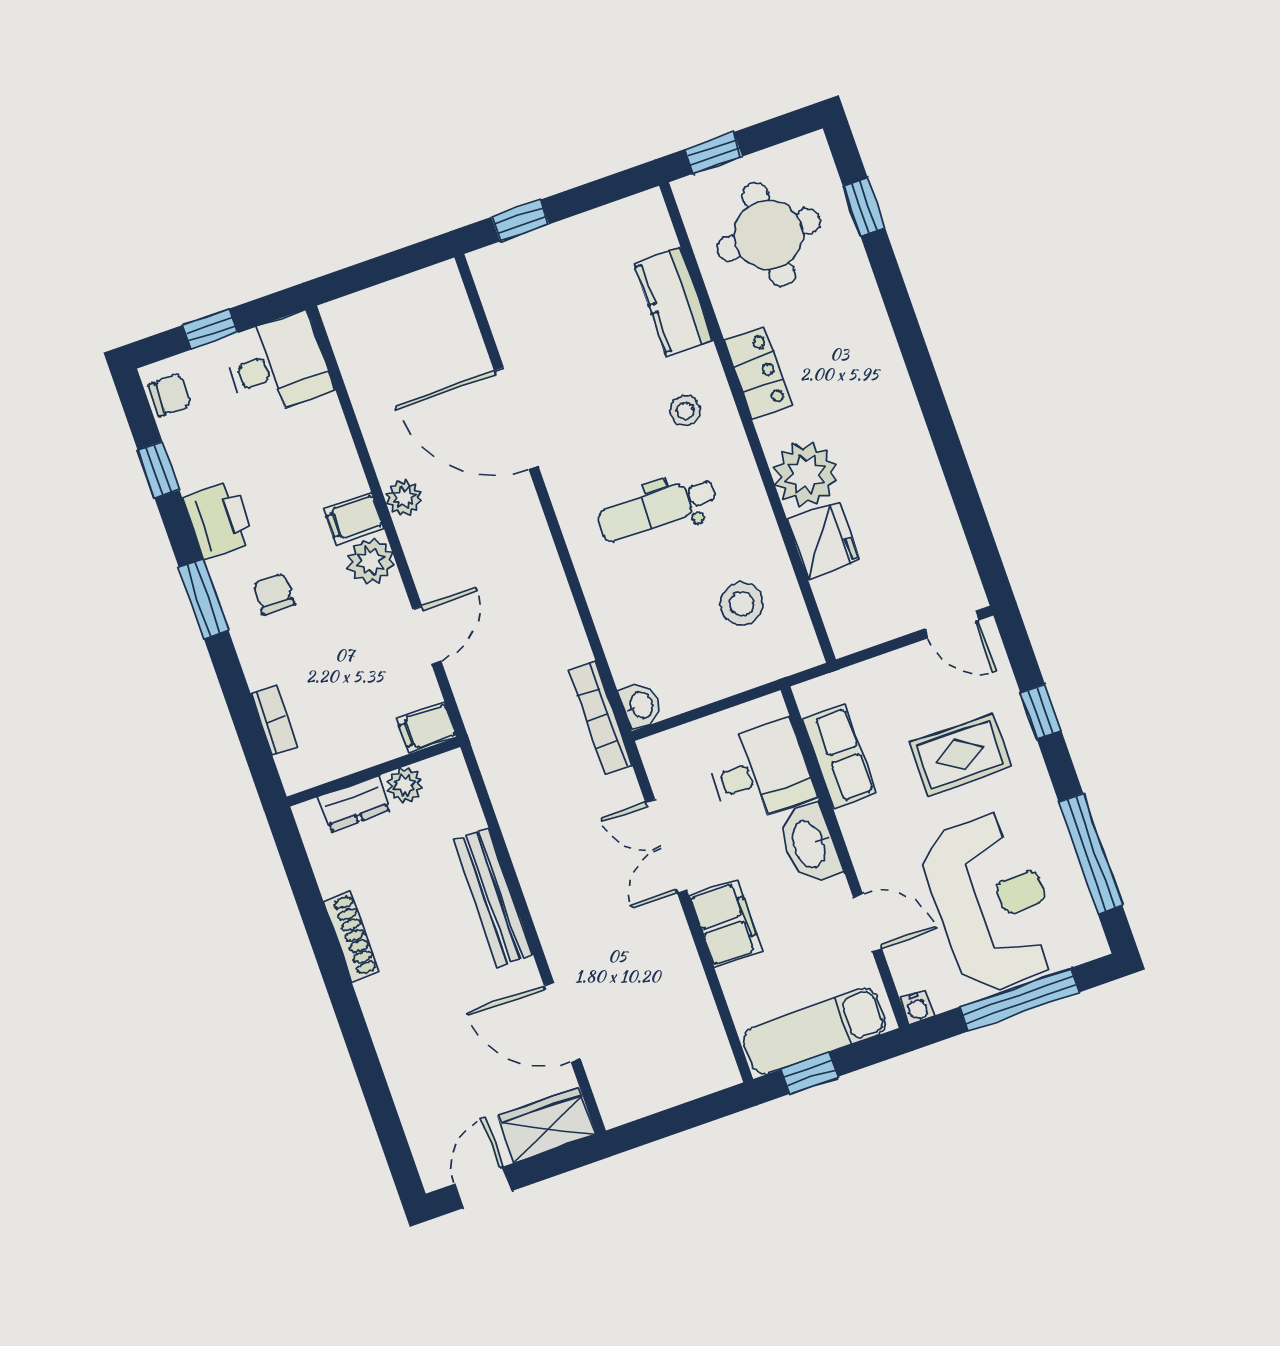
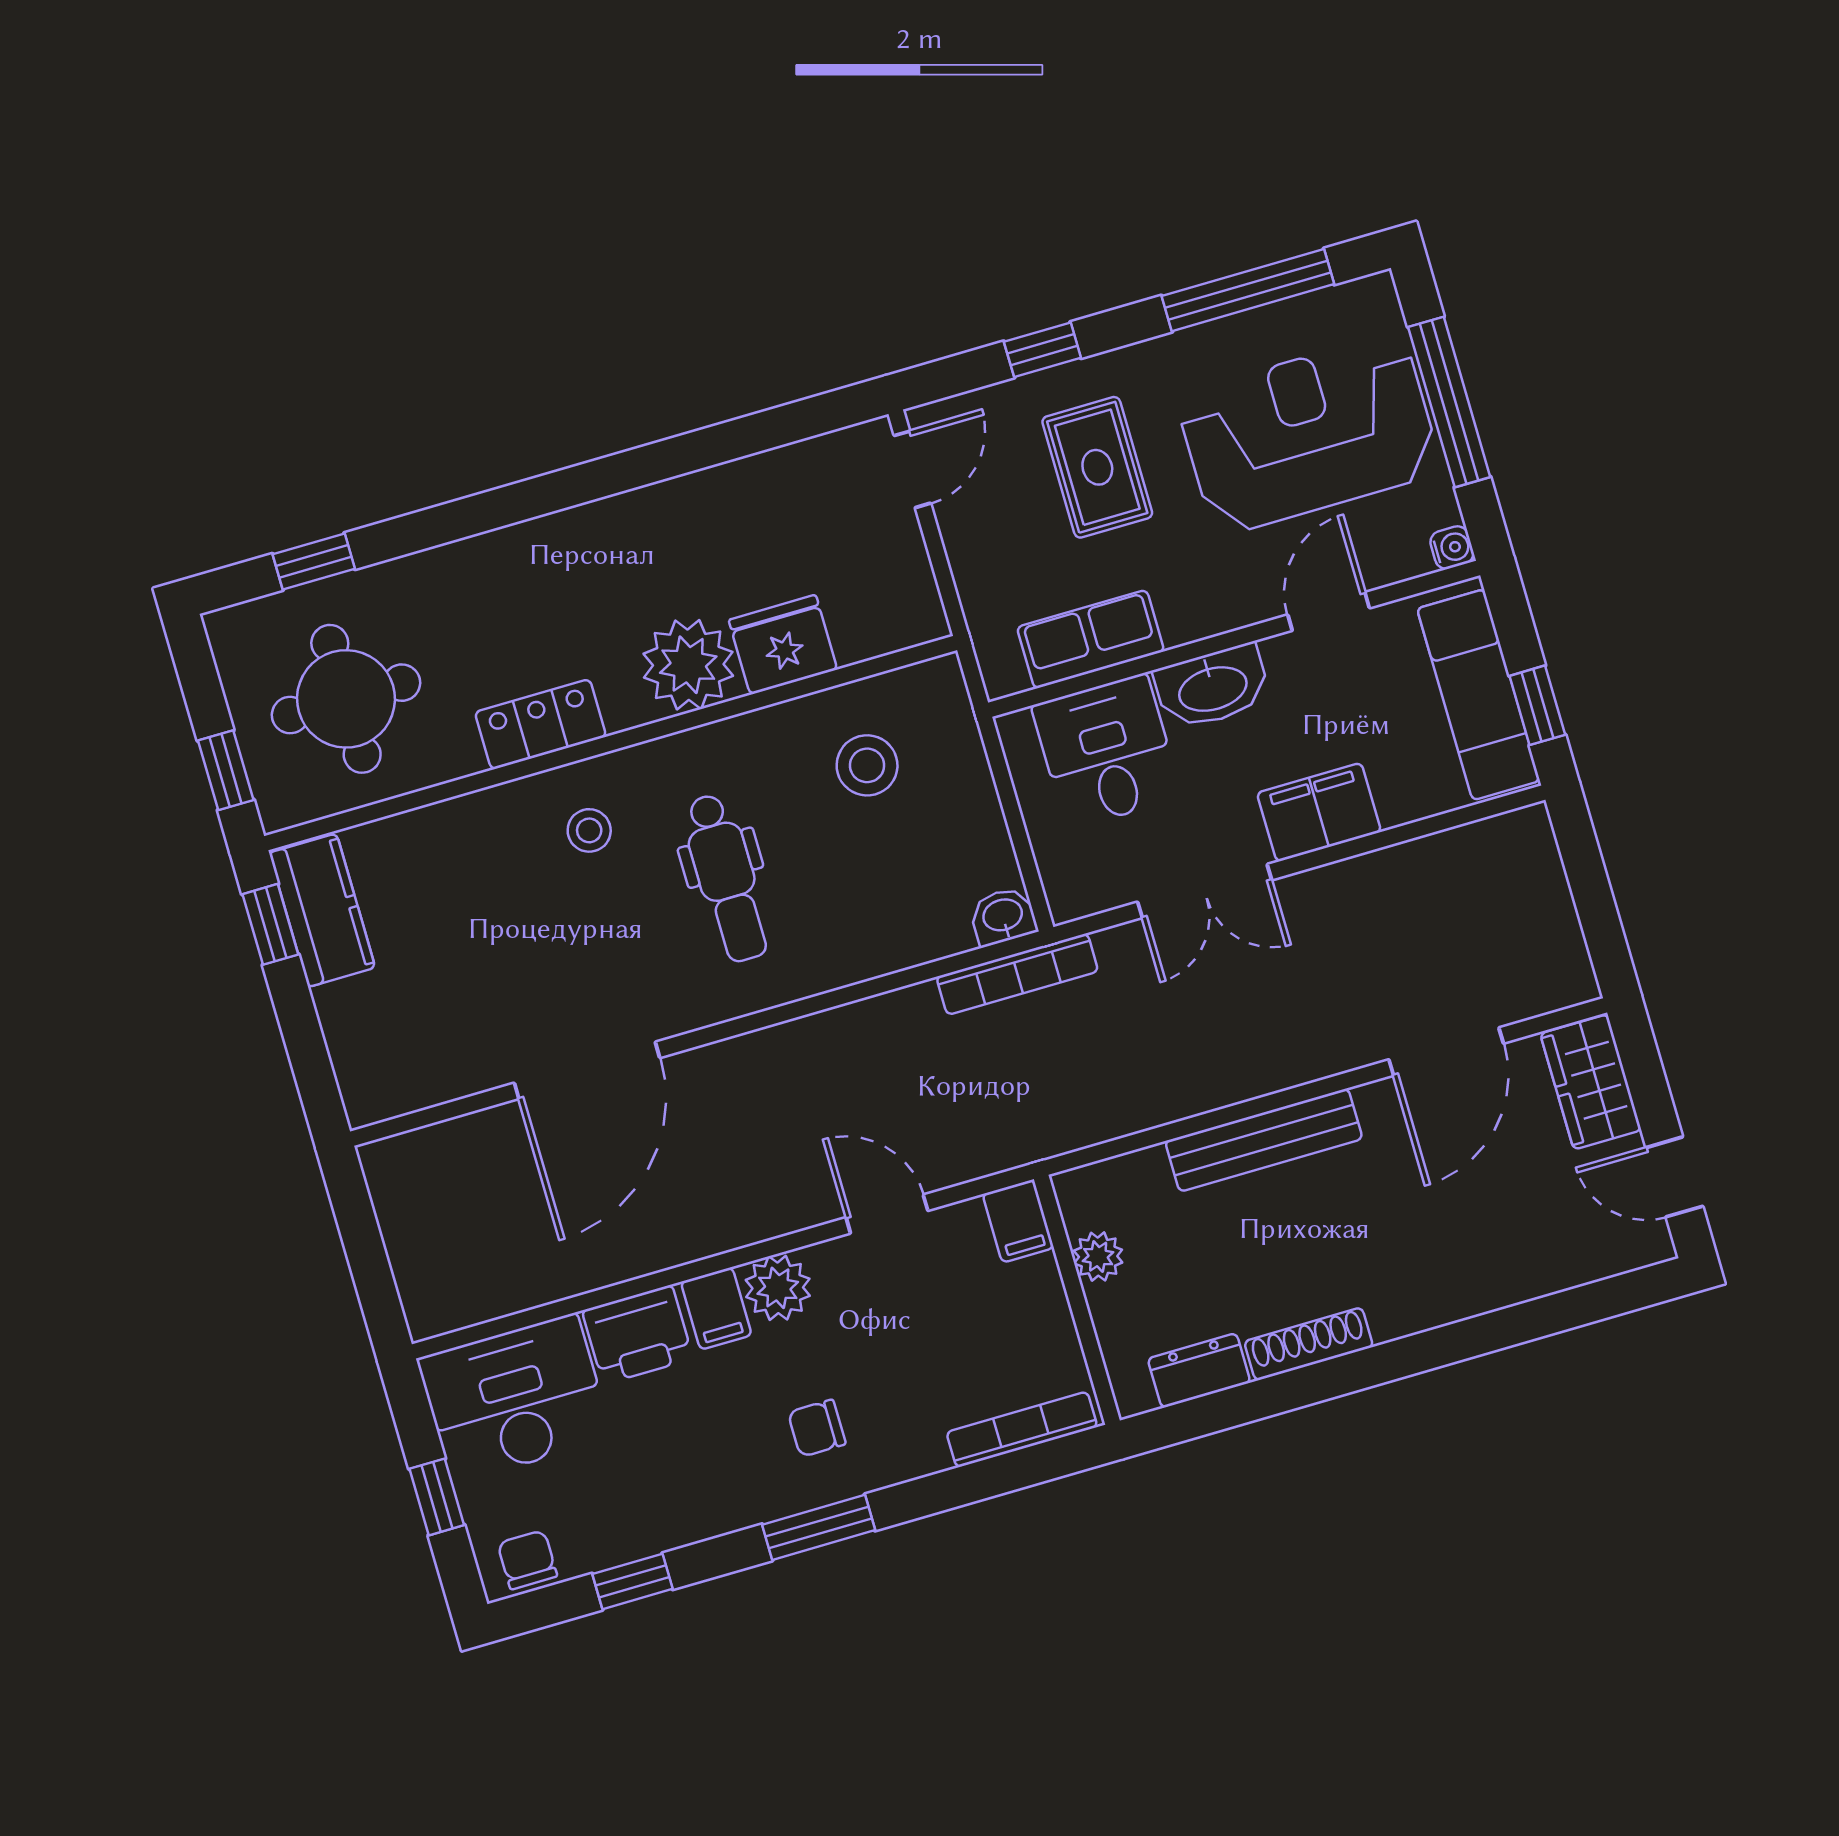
window: (520, 221) -> (270, 924), moved
kitchen counter: (673, 302) -> (322, 910), moved, turned -90
desk: (277, 365) -> (515, 1398), width x1.37
plant: (404, 498) -> (691, 1236), removed
printer: (219, 520) -> (638, 1335), moved, turned 180
bookcase: (274, 720) -> (1022, 1430), width x1.56
dresser: (354, 803) -> (1199, 1370), moved, turned -90

